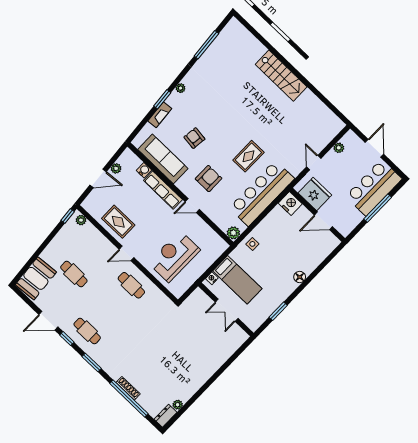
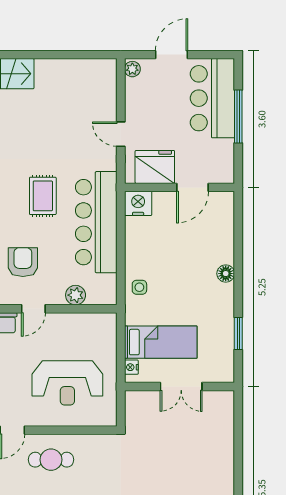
plant: (339, 148) -> (132, 69), moved
door: (374, 148) -> (172, 55), hinge flipped
plant: (233, 233) -> (76, 295), moved
reception desk: (174, 256) -> (67, 383), turned -90

